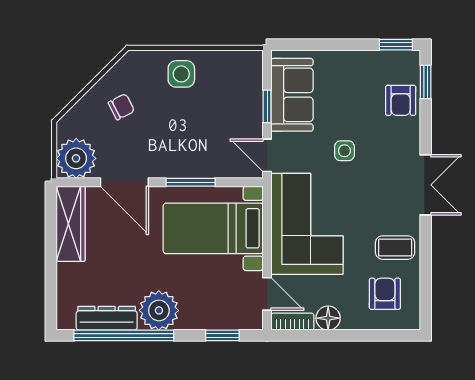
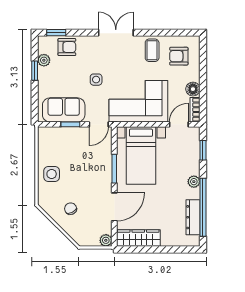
window: (396, 45) -> (35, 71), moved
plant: (378, 61) -> (44, 60), added
plant: (76, 158) -> (106, 240), width x0.53, depth x0.53
plant: (159, 310) -> (194, 182), width x0.53, depth x0.53

